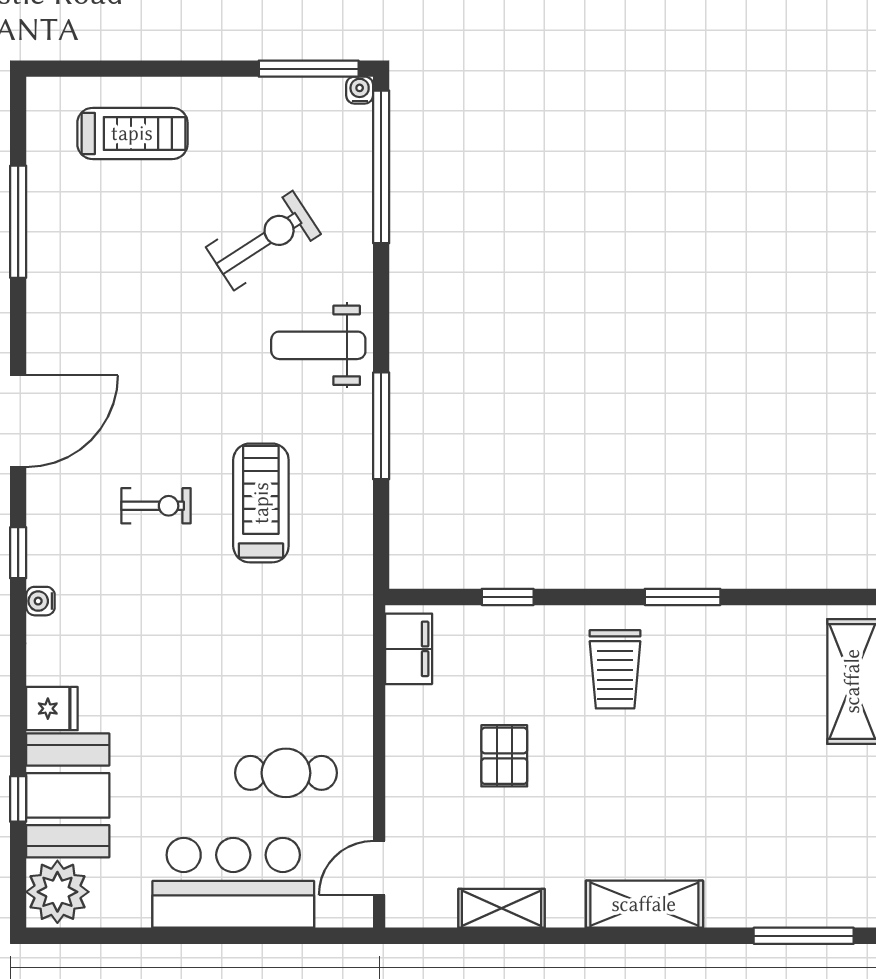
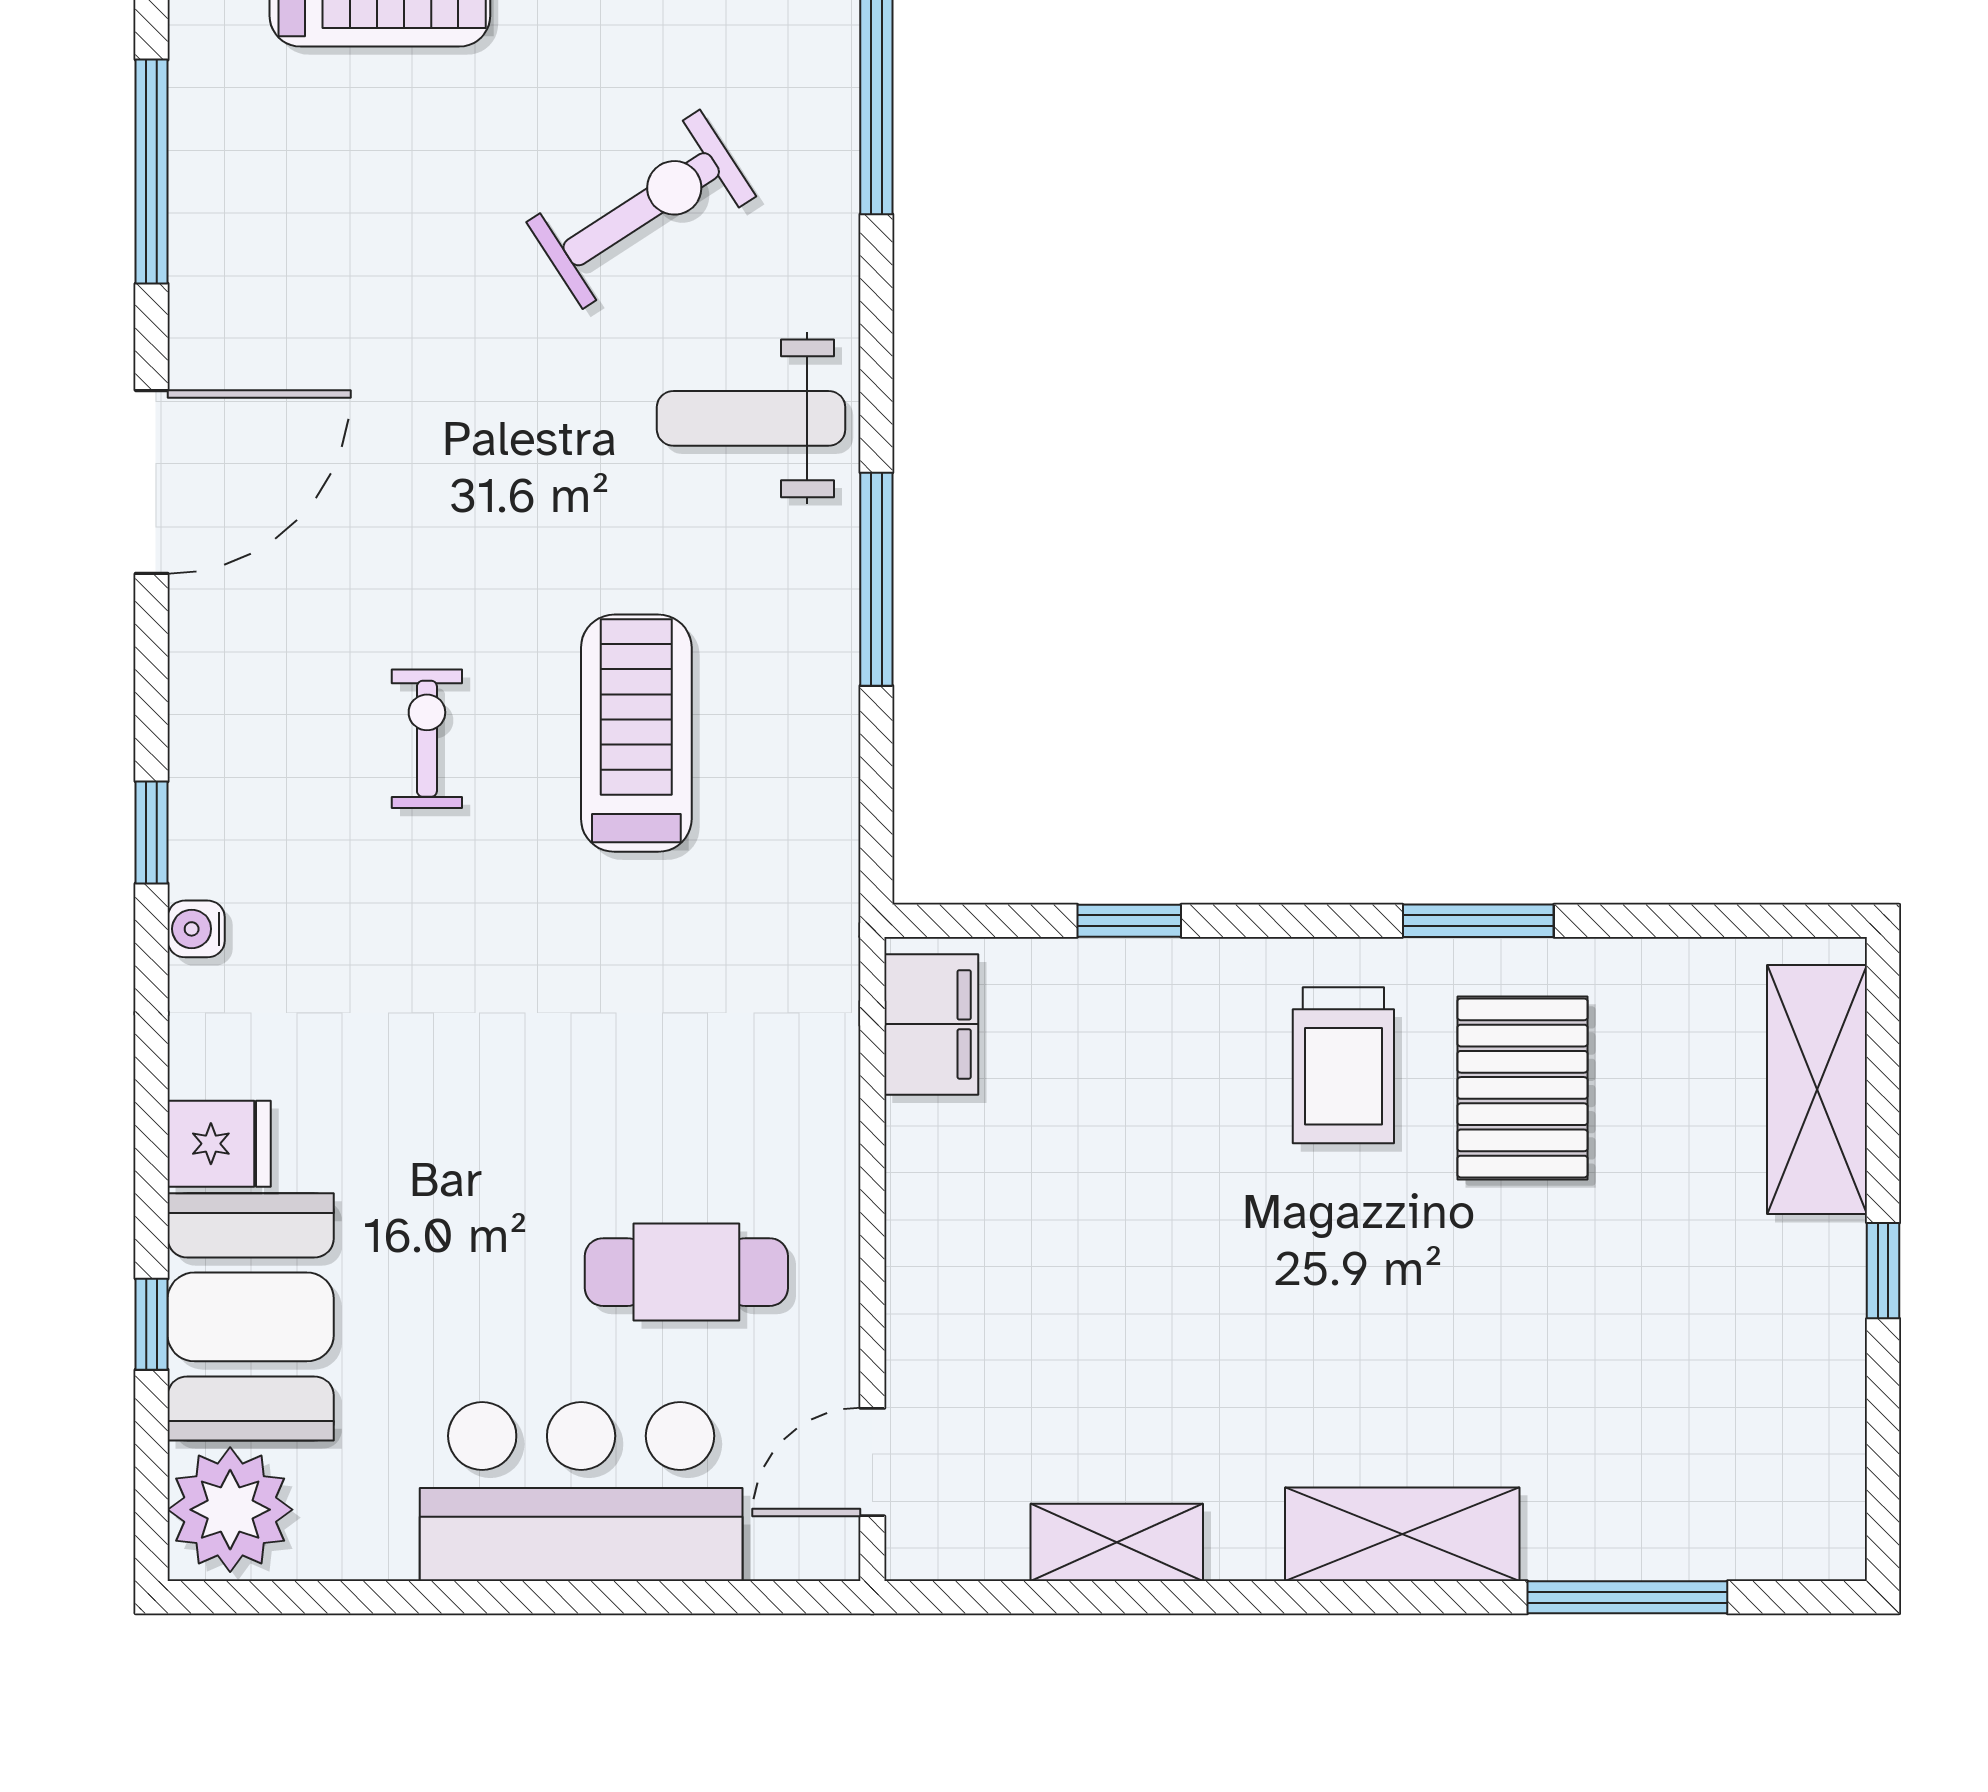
door: (18, 421) -> (152, 482), moved
exercise bike: (156, 506) -> (427, 739), turned -90
pallet: (504, 756) -> (1522, 1088), moved, width x1.50, depth x1.42
window: (804, 936) -> (1627, 1597), moved

